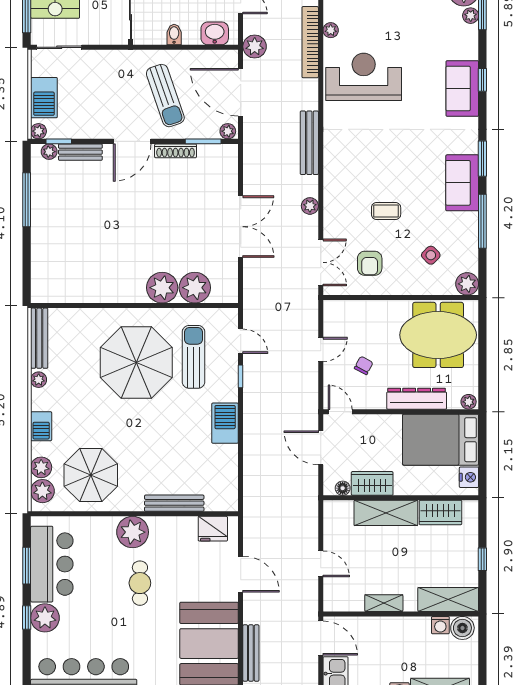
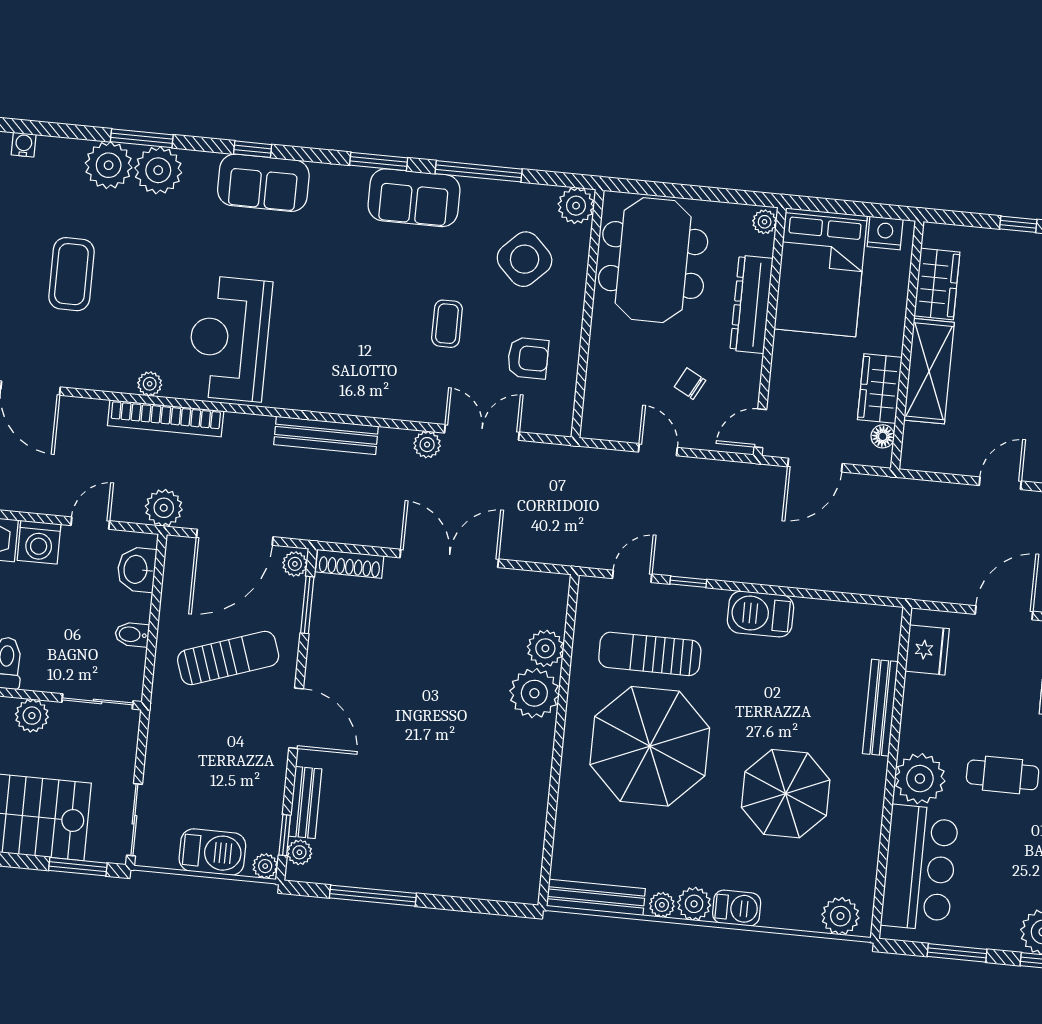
plant: (471, 16) -> (158, 170), width x1.87, depth x1.87
shoe rack: (176, 151) -> (350, 564), moved, turned 90
side table: (431, 255) -> (525, 259), width x1.87, depth x1.87
double door: (321, 262) -> (482, 432), moved
plant: (195, 288) -> (545, 648), width x0.73, depth x0.73
plant: (41, 467) -> (694, 904), moved
parasol: (91, 475) -> (786, 794), moved
bar counter: (52, 564) -> (920, 868), moved, turned 90

